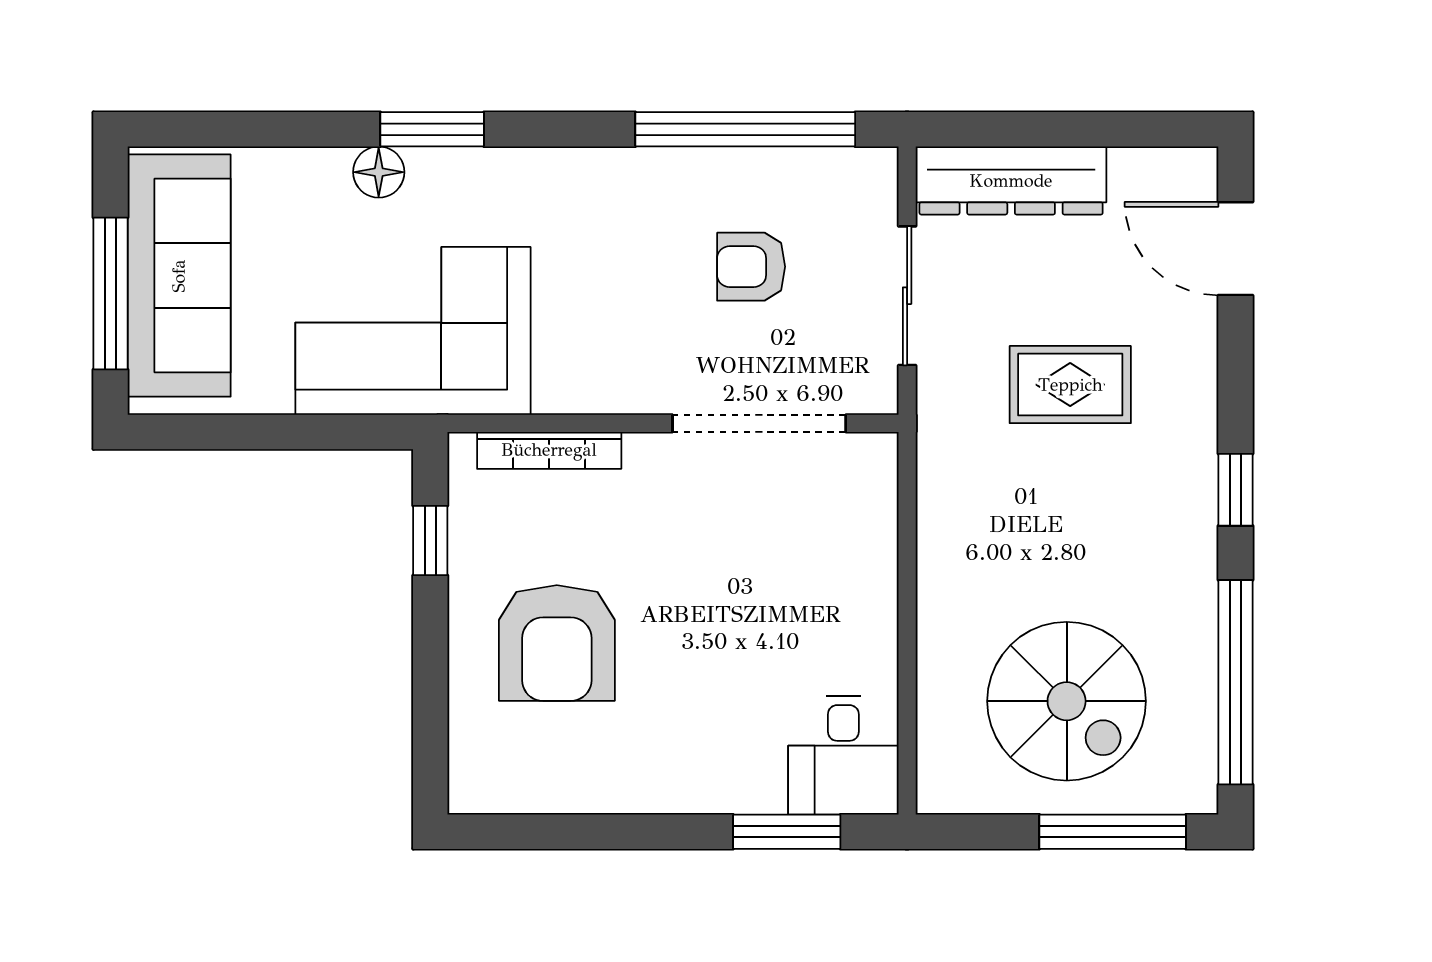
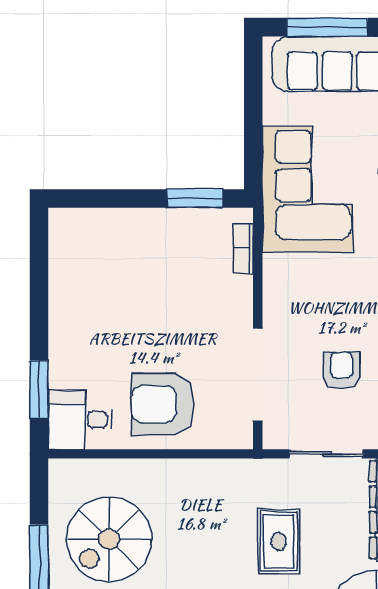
bookcase: (549, 450) -> (243, 248), width x0.64
window: (430, 541) -> (195, 198), width x1.50
armchair: (557, 643) -> (163, 404), moved

